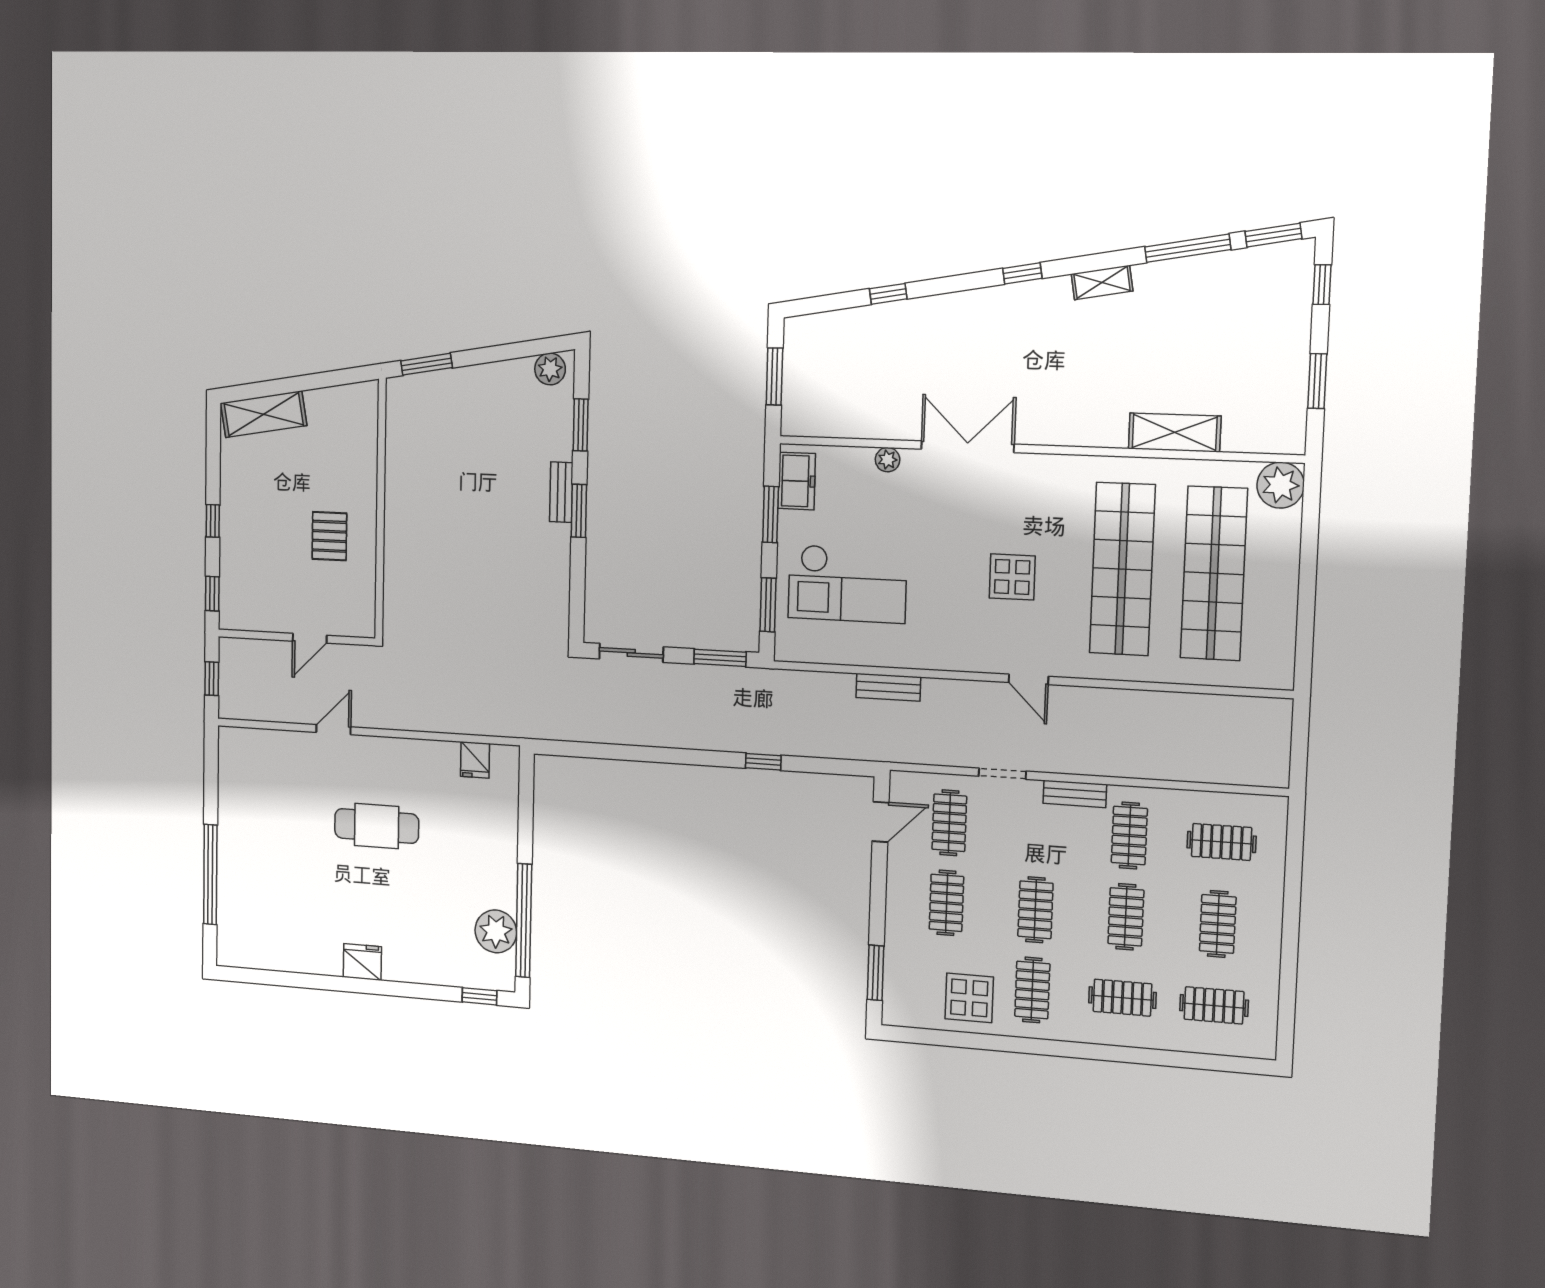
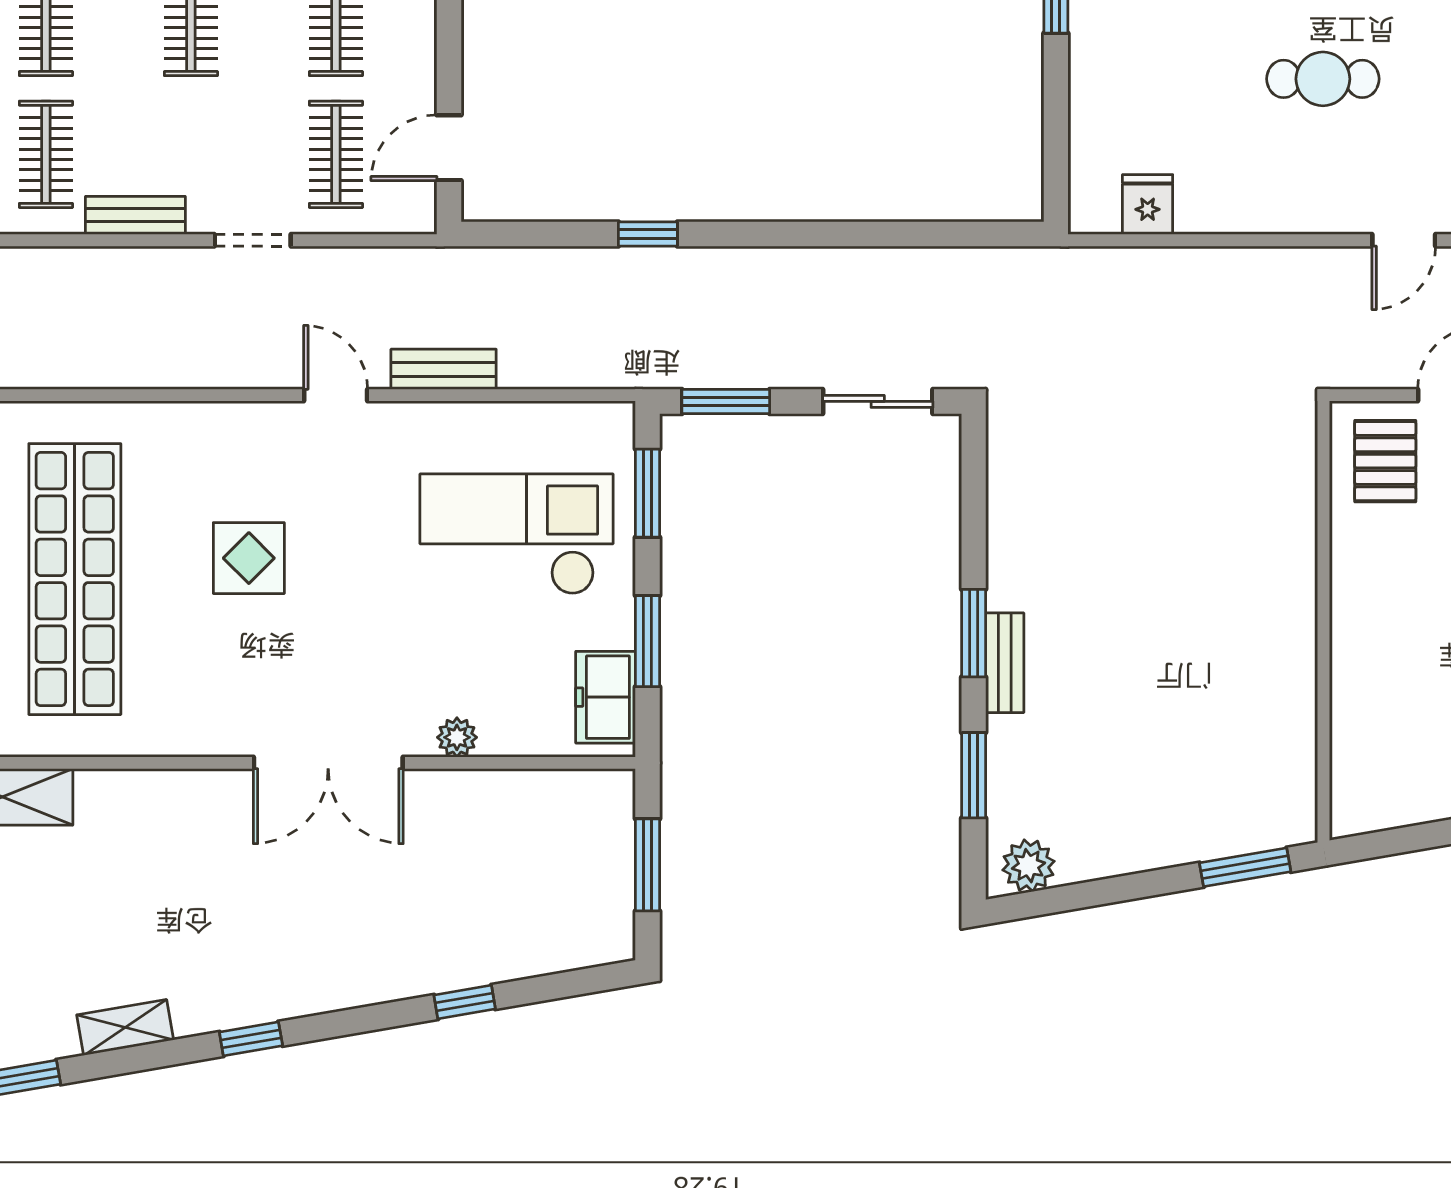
pallet: (329, 536) -> (1385, 461), moved
door: (1028, 679) -> (336, 395), moved
cafe table: (377, 826) -> (1323, 79), width x0.73, depth x0.74

